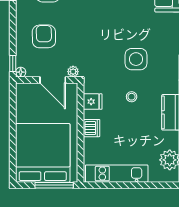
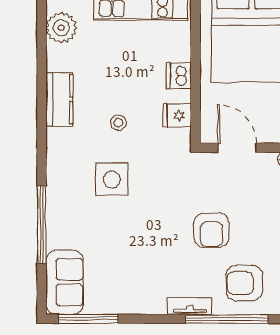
armchair: (44, 36) -> (211, 230), moved
plant: (73, 72) -> (206, 161), removed

